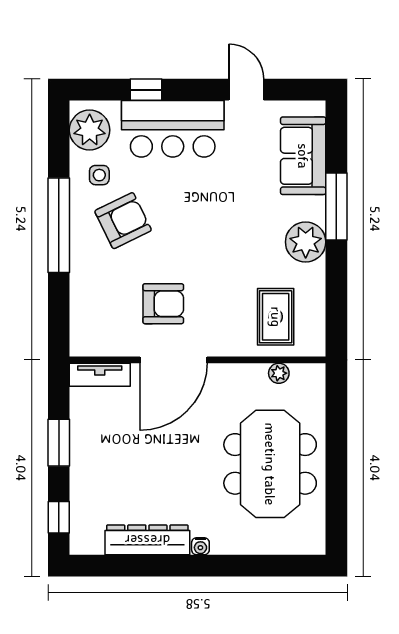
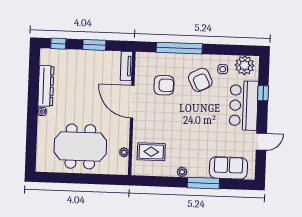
window: (59, 225) -> (179, 48), moved
plant: (306, 242) -> (182, 172), width x0.53, depth x0.53
armchair: (163, 304) -> (164, 85), moved, turned -90

